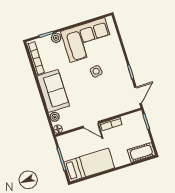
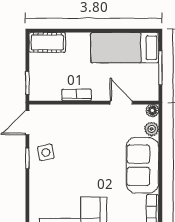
side table: (96, 71) -> (46, 152), moved
door: (91, 125) -> (121, 103), moved

